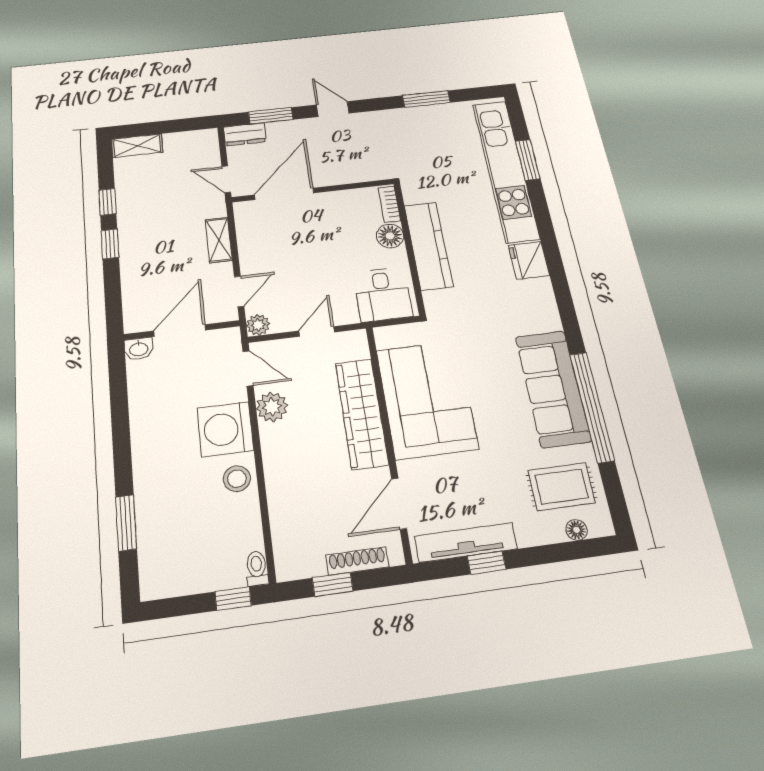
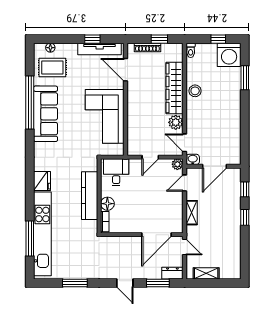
shelving: (137, 146) -> (206, 273), moved
window: (528, 160) -> (30, 239), width x1.44
window: (108, 202) -> (245, 189), moved
washbasin: (139, 349) -> (193, 159), moved
wardrobe: (362, 413) -> (175, 88), moved, turned 180
washing machine: (225, 429) -> (229, 55), moved, turned 90
door: (399, 504) -> (125, 70), swing flipped
window: (233, 599) -> (218, 39), moved

